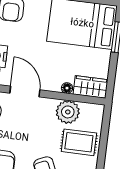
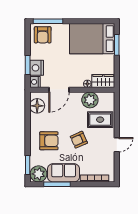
door: (25, 91) -> (59, 90), swing flipped

